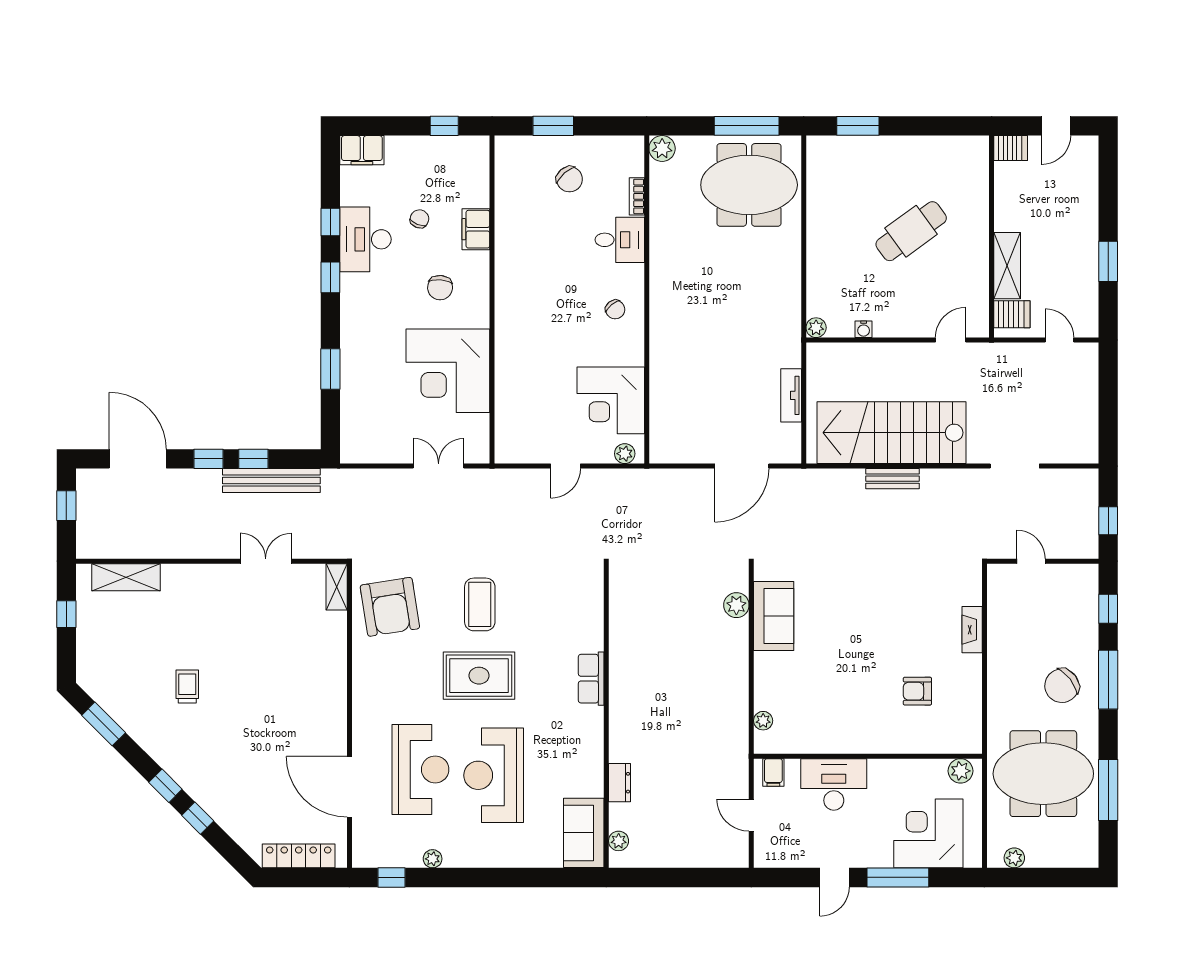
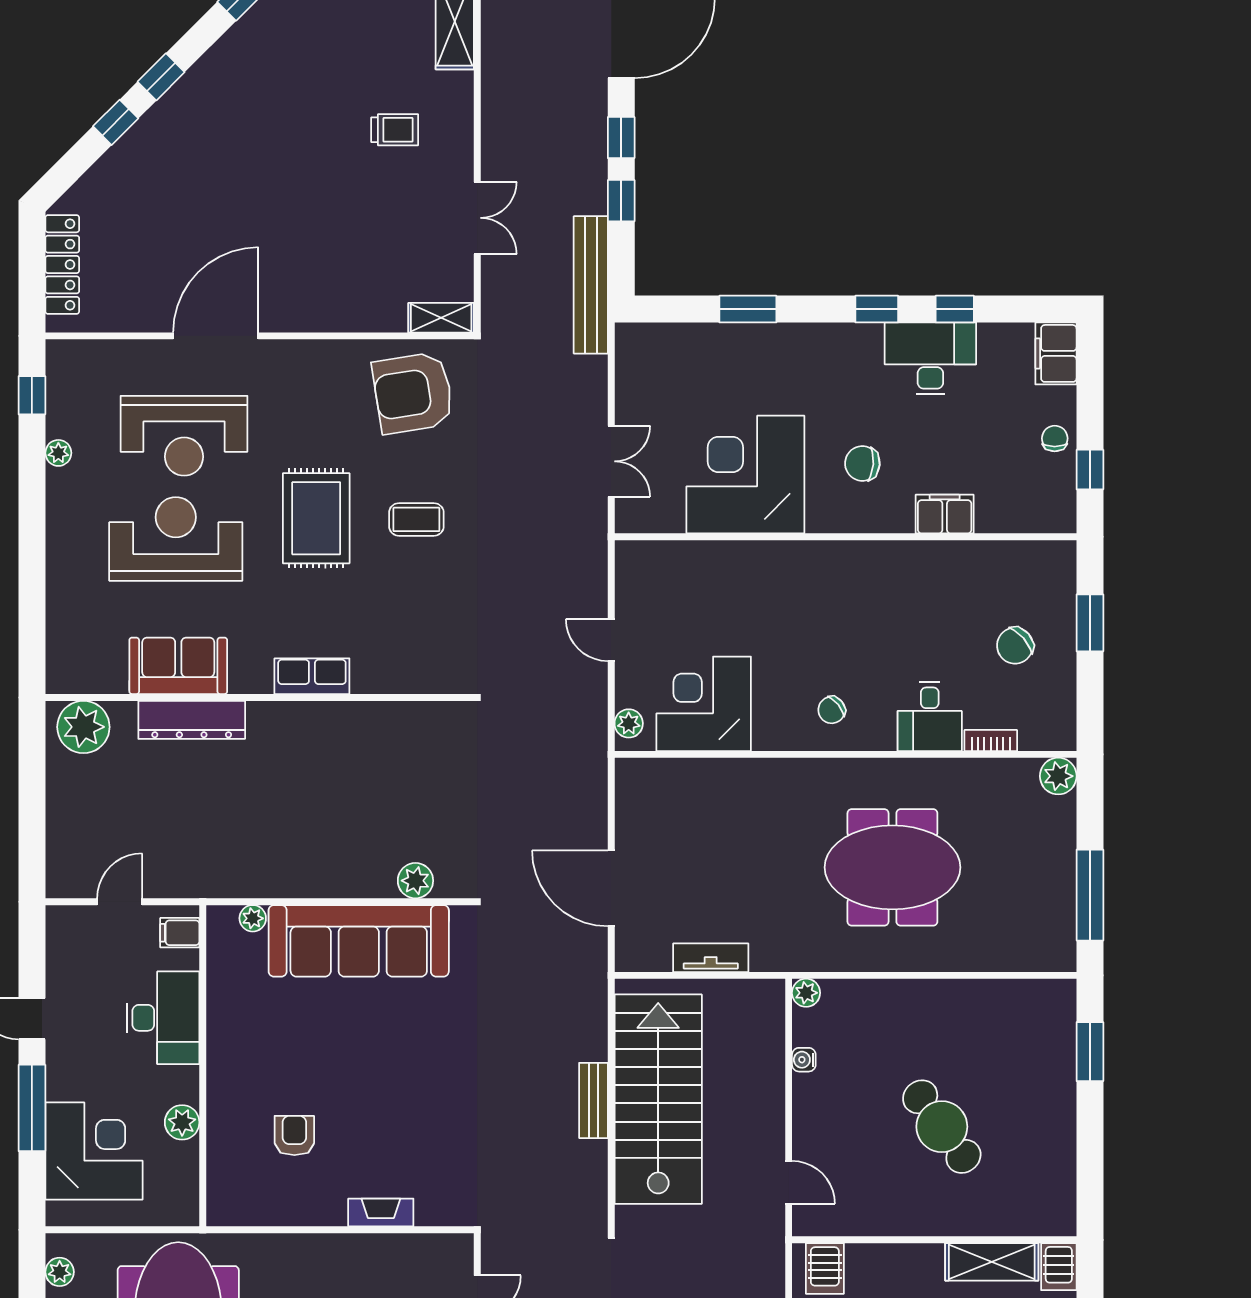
meeting table: (749, 185) -> (892, 867), moved, turned 90
chair: (419, 219) -> (1055, 438), moved, turned -111
shelving: (1007, 266) -> (992, 1262), moved
bench: (271, 481) -> (591, 285), moved
coffee table: (480, 604) -> (416, 519), width x0.73, depth x0.77
sofa: (774, 616) -> (359, 941), width x1.85, depth x1.27
trolley: (187, 687) -> (395, 130), moved
plant: (960, 771) -> (182, 1122), moved
dresser: (620, 783) -> (192, 720), width x1.96, depth x1.24
door: (349, 787) -> (216, 336), moved
sofa: (584, 833) -> (178, 666), moved
plant: (619, 841) -> (83, 727), width x1.88, depth x1.88

